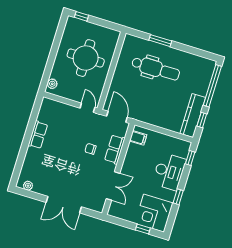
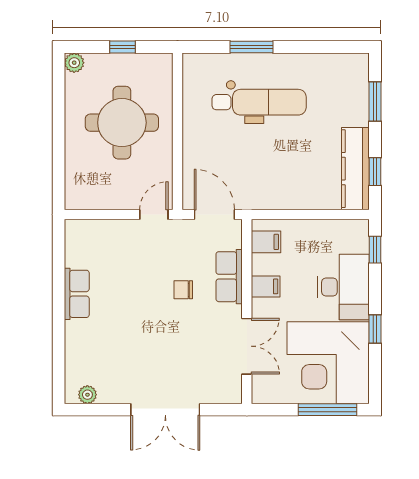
window: (81, 16) -> (123, 47), moved
plant: (52, 84) -> (74, 63), moved
window: (212, 86) -> (375, 102), width x0.47
door: (87, 108) -> (154, 214), hinge flipped
filing cabinet: (131, 160) -> (266, 286), added
corner desk: (154, 213) -> (328, 363), width x1.36, depth x1.36
window: (143, 229) -> (328, 410), width x2.17

